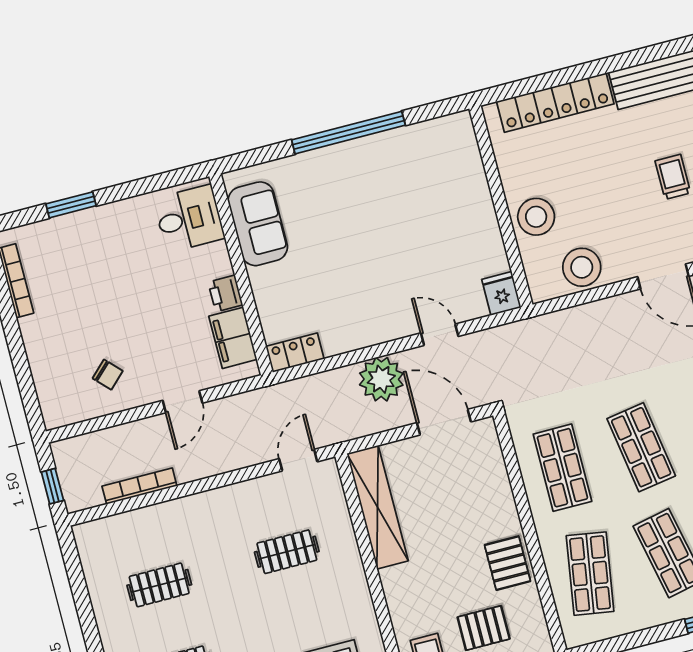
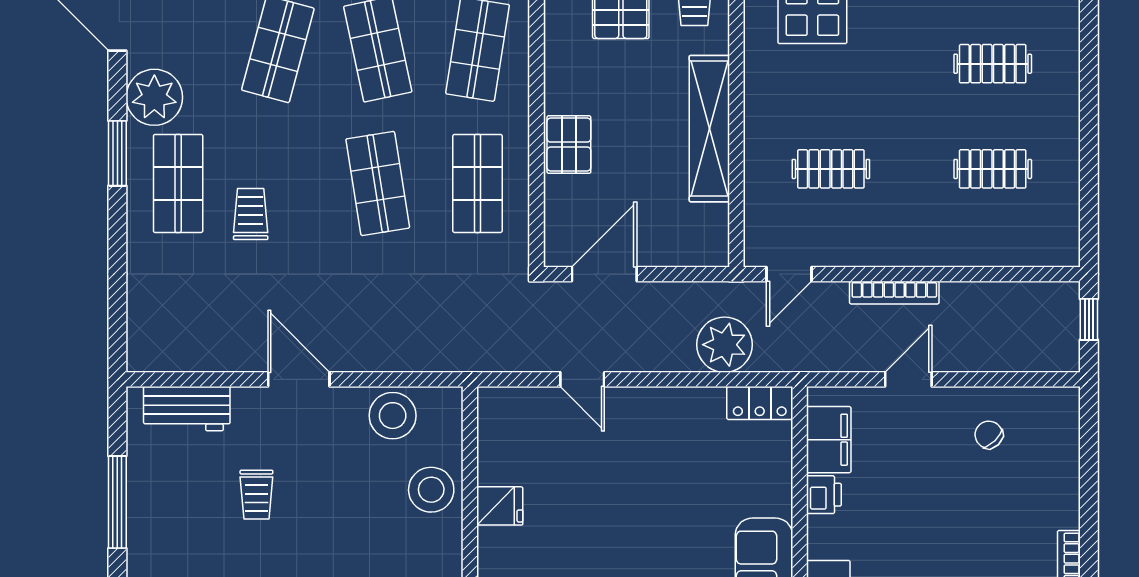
fridge: (501, 293) -> (500, 506), moved, turned -90
plant: (381, 379) -> (725, 345), moved
door: (444, 422) -> (604, 274), swing flipped
bookcase: (139, 486) -> (894, 293), moved
shelving: (377, 507) -> (709, 129), moved
pallet: (508, 563) -> (569, 145), moved

